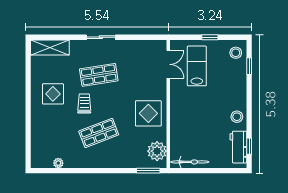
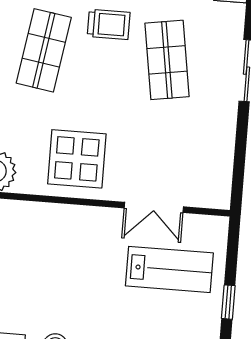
double door: (168, 64) -> (154, 207), moved
shop shelf: (99, 133) -> (44, 50), turned 30

